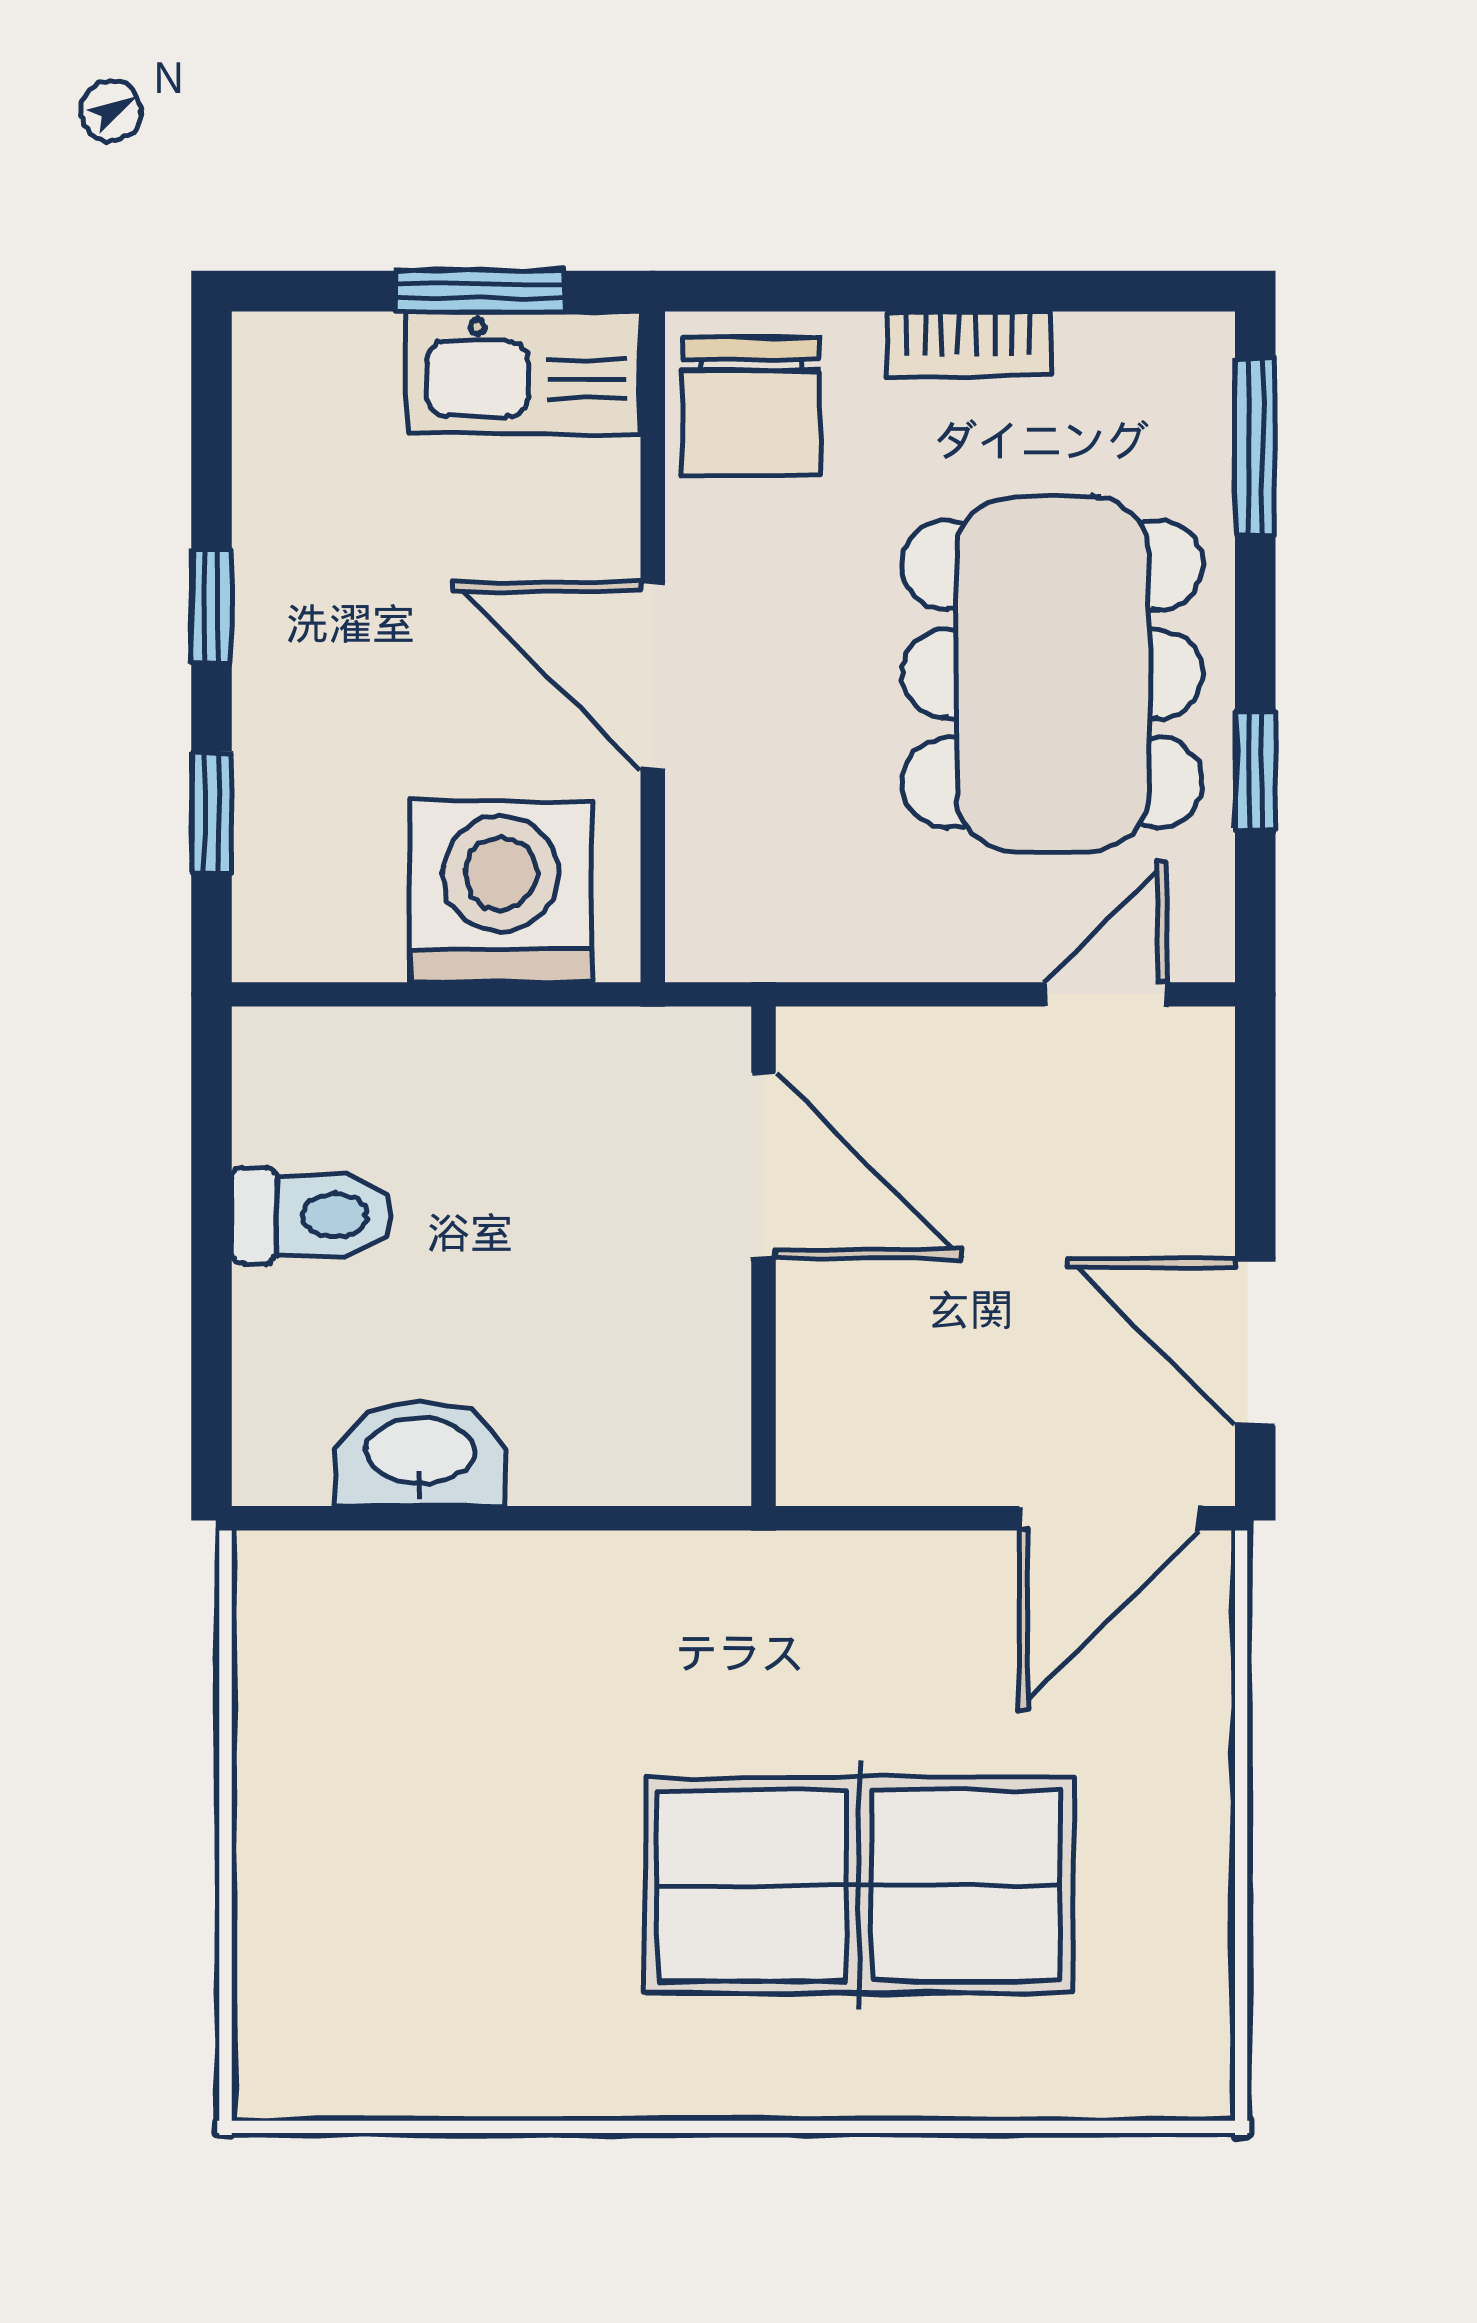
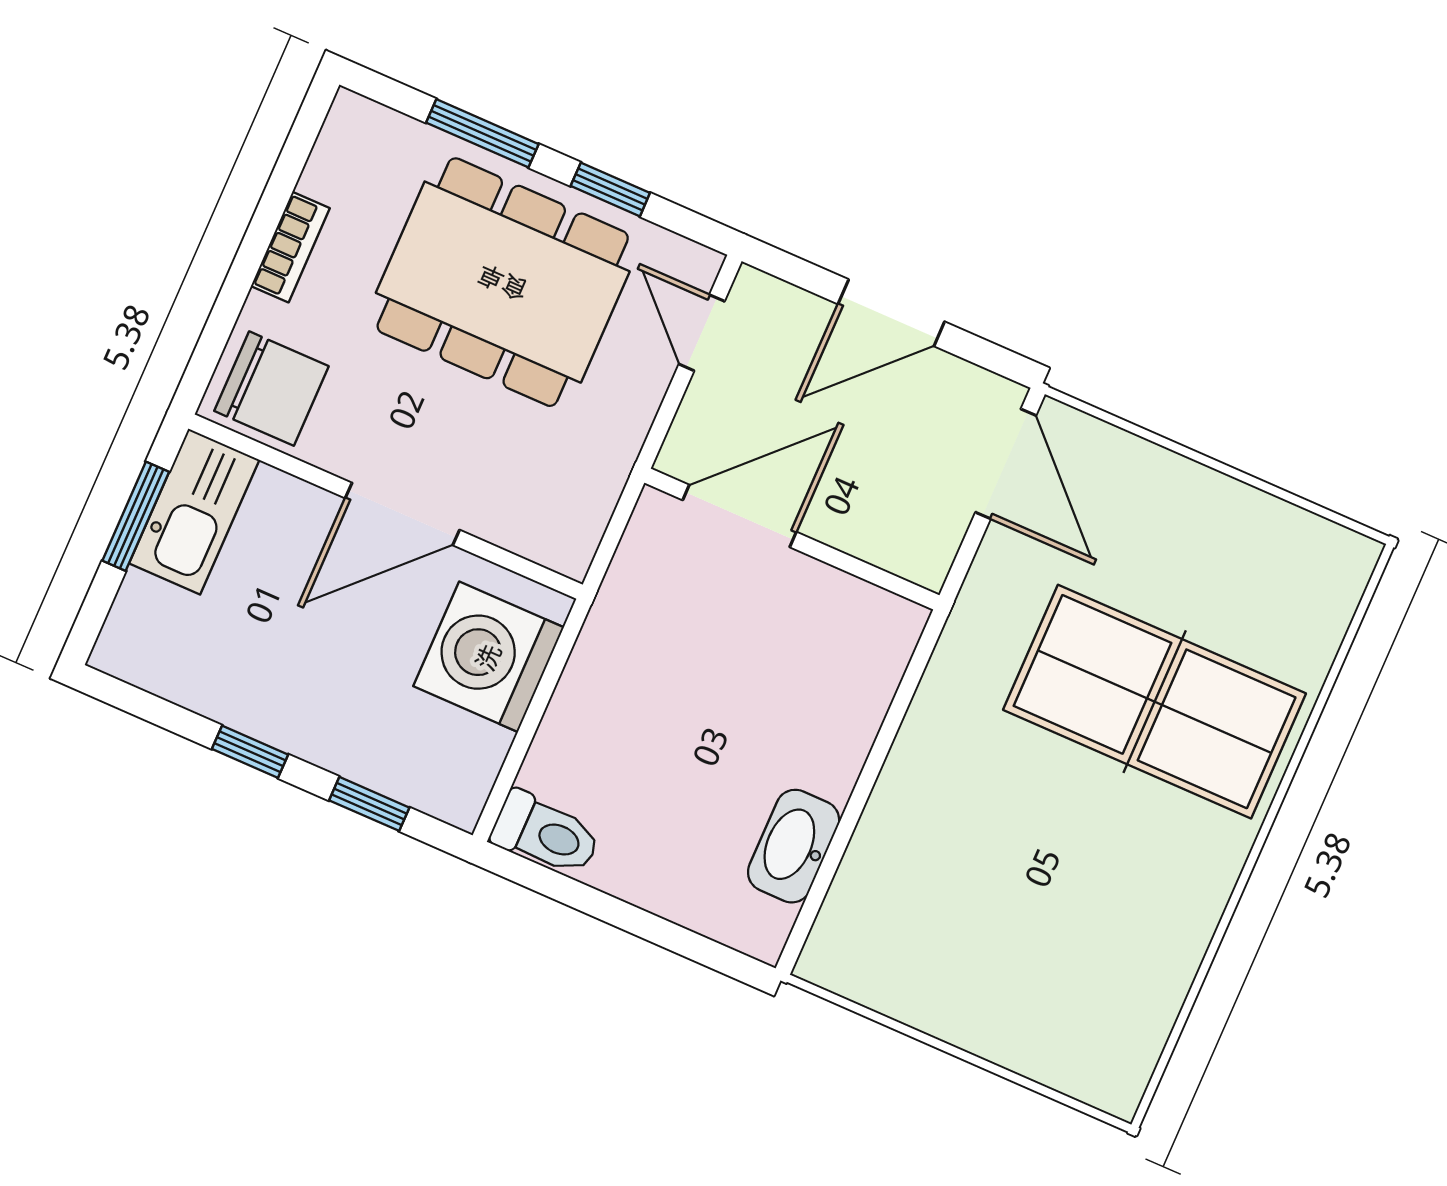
window: (1255, 447) -> (482, 133), moved
door: (764, 1166) -> (740, 516), moved
toilet: (312, 1216) -> (546, 834), moved, turned 90
wall: (764, 1256) -> (792, 539), moved
door: (1255, 1342) -> (891, 313), moved
table tennis table: (859, 1885) -> (1155, 702), turned 90

